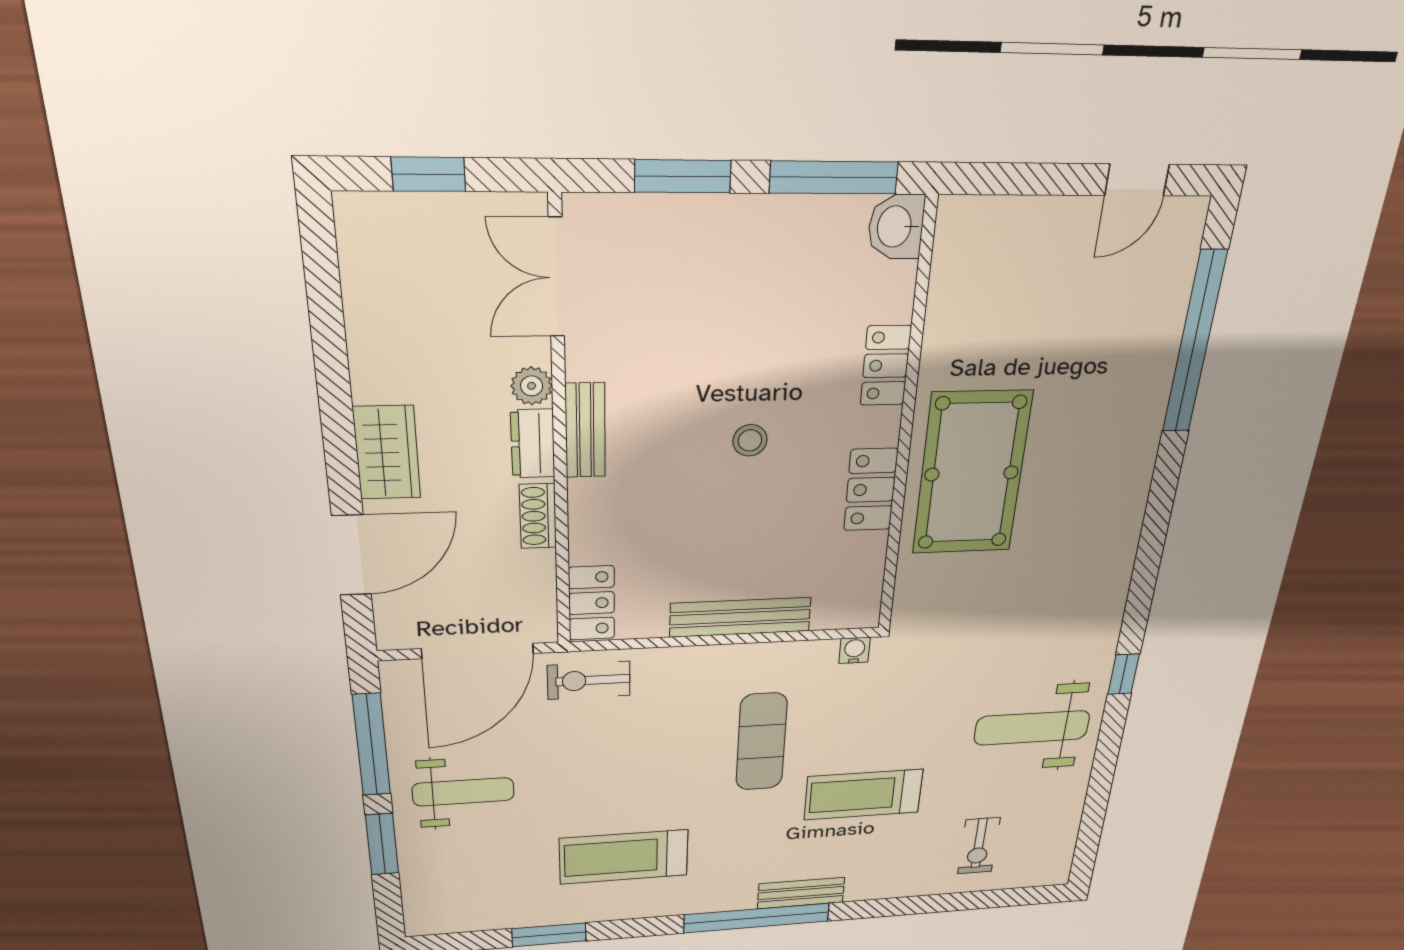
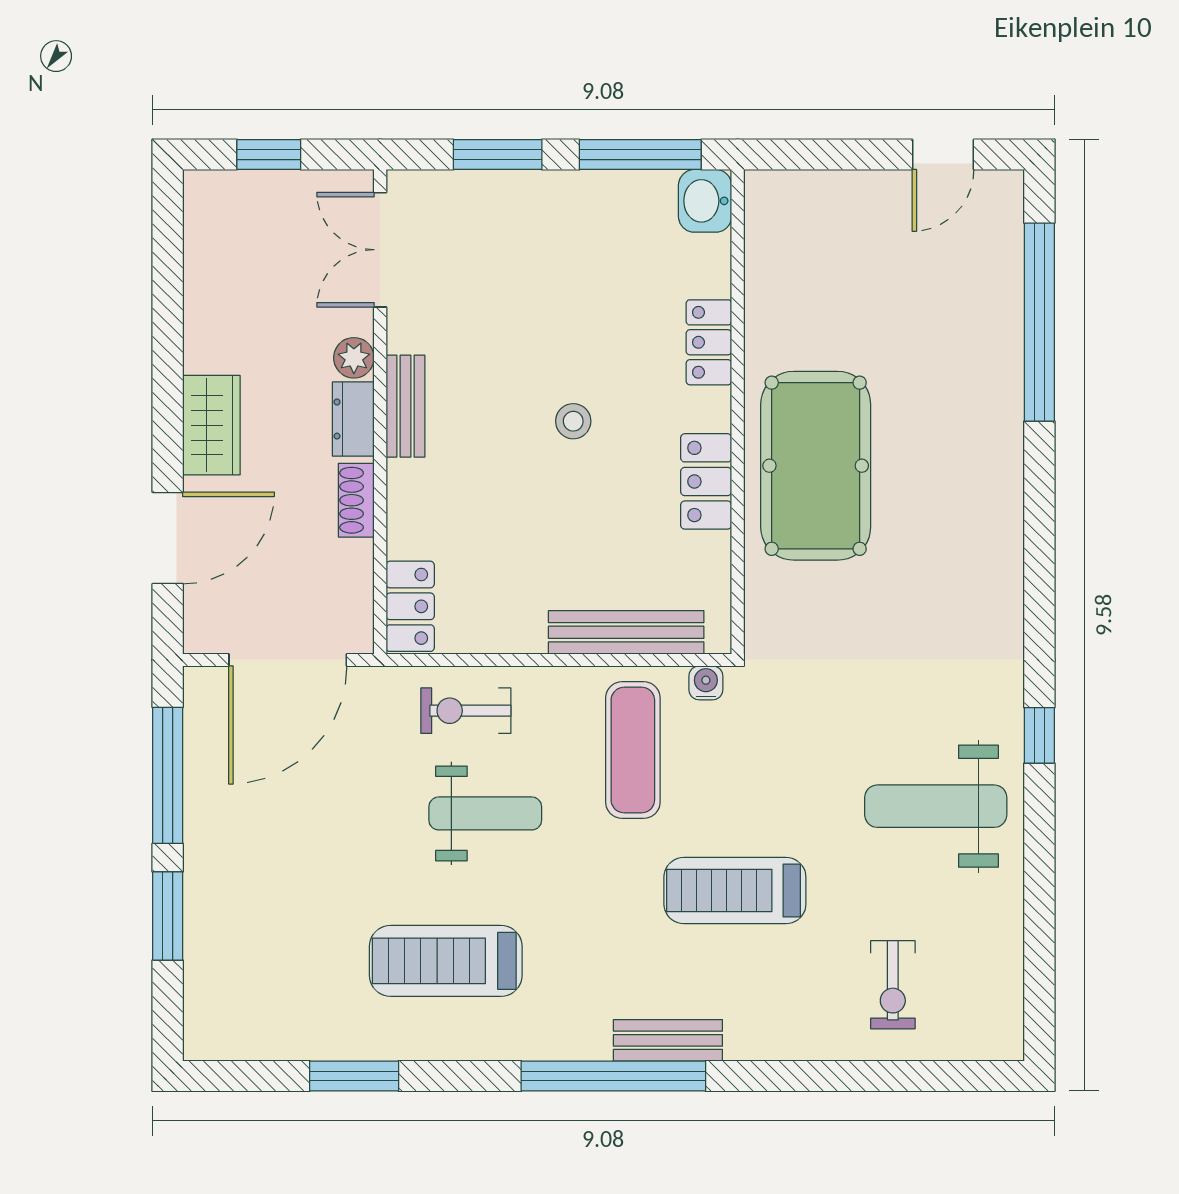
bench: (740, 617) -> (626, 632), moved
exercise bike: (589, 680) -> (466, 711), moved
exercise mat: (761, 742) -> (633, 750), moved
weight bench: (463, 792) -> (485, 813), moved

